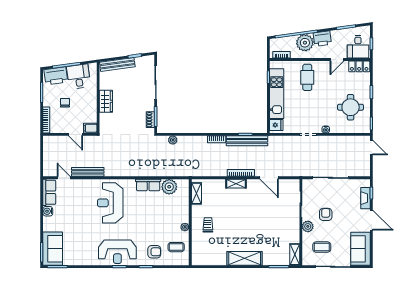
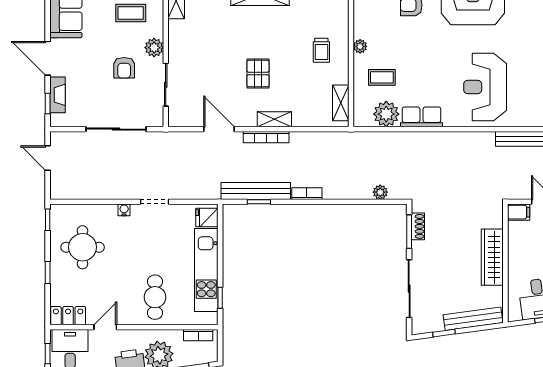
wardrobe: (106, 101) -> (492, 257), width x1.50
door: (371, 147) -> (48, 158), moved
reception desk: (110, 203) -> (485, 87), turned 180
pallet: (246, 211) -> (258, 74), added
coffee table: (176, 247) -> (382, 77), moved

